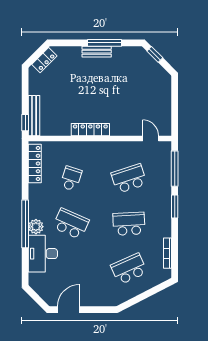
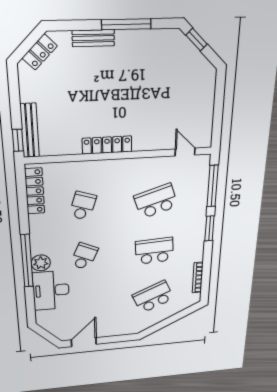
bench: (97, 52) -> (93, 38), moved
school desk: (71, 224) -> (84, 256), width x0.54

